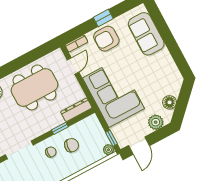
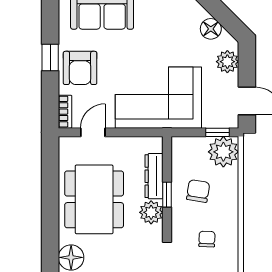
door: (73, 66) -> (93, 132), hinge flipped
dresser: (76, 110) -> (154, 176), moved
plant: (45, 125) -> (151, 212), added
plant: (109, 150) -> (223, 152), width x1.88, depth x1.88
chair: (51, 152) -> (207, 239), moved

